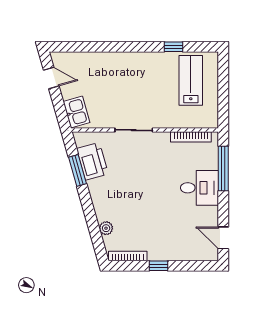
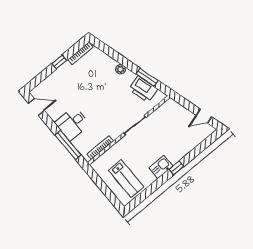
window: (174, 47) -> (176, 168), moved
kitchen sink: (76, 112) -> (161, 167), moved, turned 106
plant: (106, 228) -> (121, 69), moved

